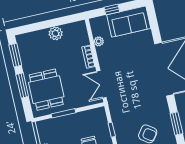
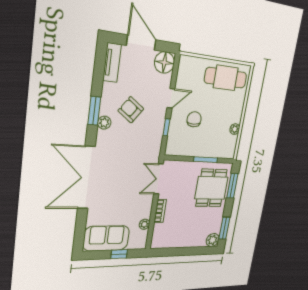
plant: (56, 33) -> (213, 240), moved
double door: (101, 84) -> (159, 179), swing flipped
window: (22, 85) -> (232, 186), moved
plant: (165, 117) -> (104, 123), added

